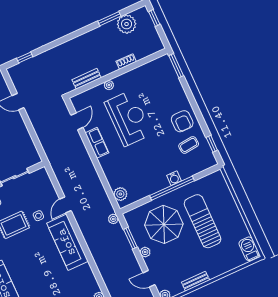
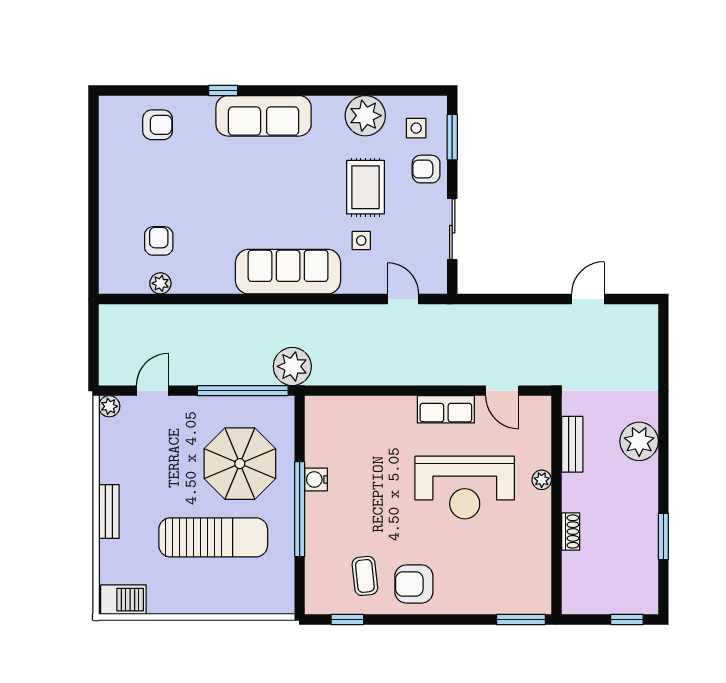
plant: (127, 24) -> (639, 441), moved
window: (25, 57) -> (663, 348), removed
water cooler: (174, 178) -> (316, 479), moved
plant: (120, 194) -> (332, 409), removed
door: (65, 205) -> (403, 299), moved
plant: (113, 219) -> (292, 366), width x1.88, depth x1.88
window: (130, 238) -> (243, 391), width x2.11
plant: (145, 252) -> (205, 406), removed
bench: (196, 281) -> (109, 512), moved

